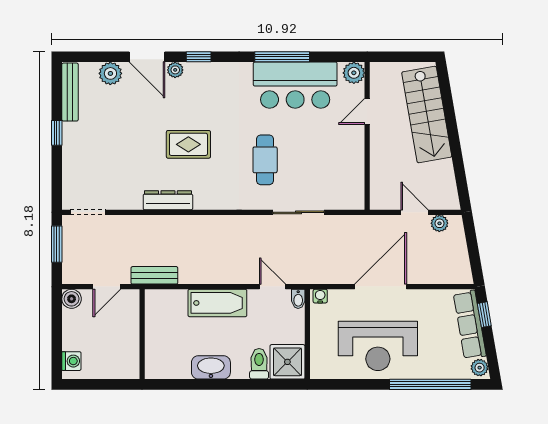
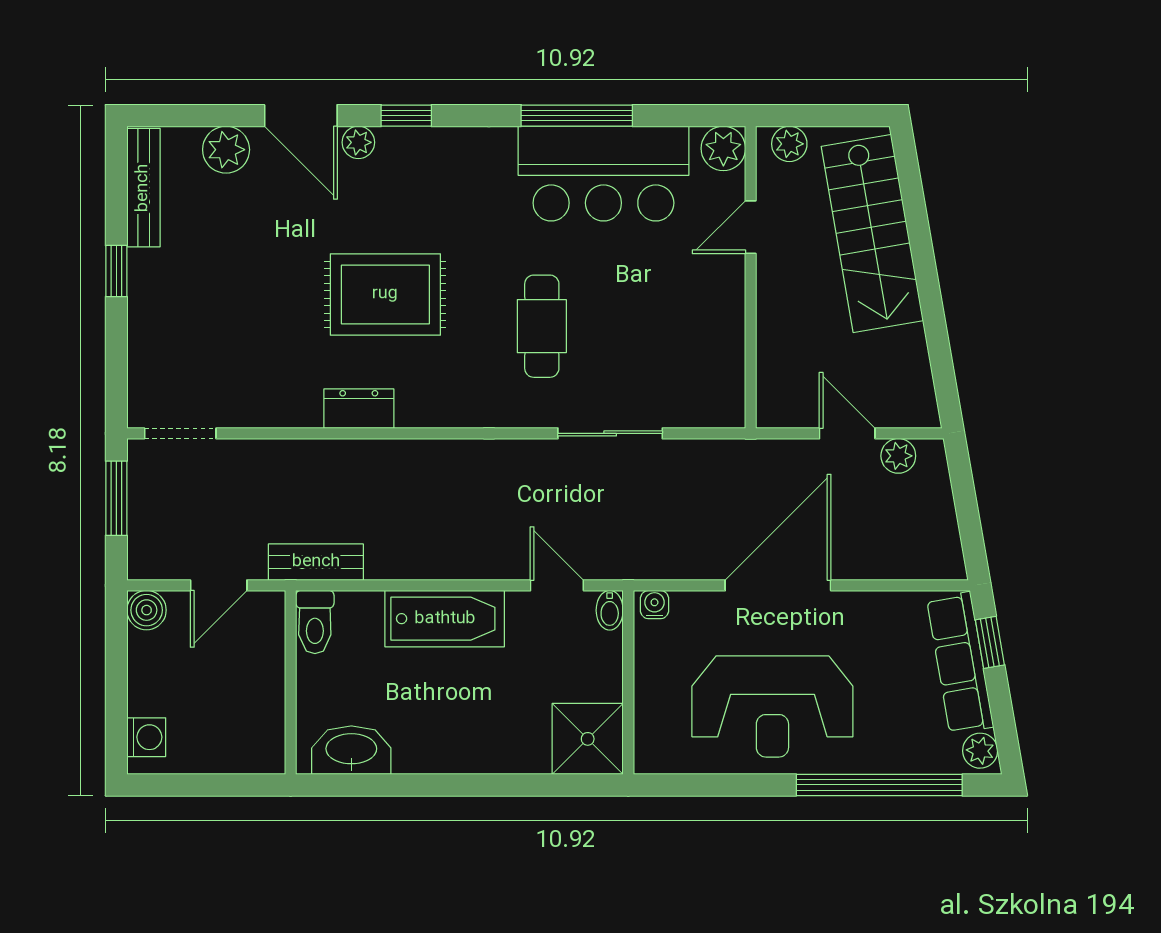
plant: (386, 71) -> (789, 144), added
rug: (188, 144) -> (385, 294), width x1.36, depth x1.43
dresser: (168, 200) -> (359, 409), width x0.70
toilet: (259, 364) -> (315, 622), moved, turned 180
washbasin: (211, 367) -> (351, 750), moved

